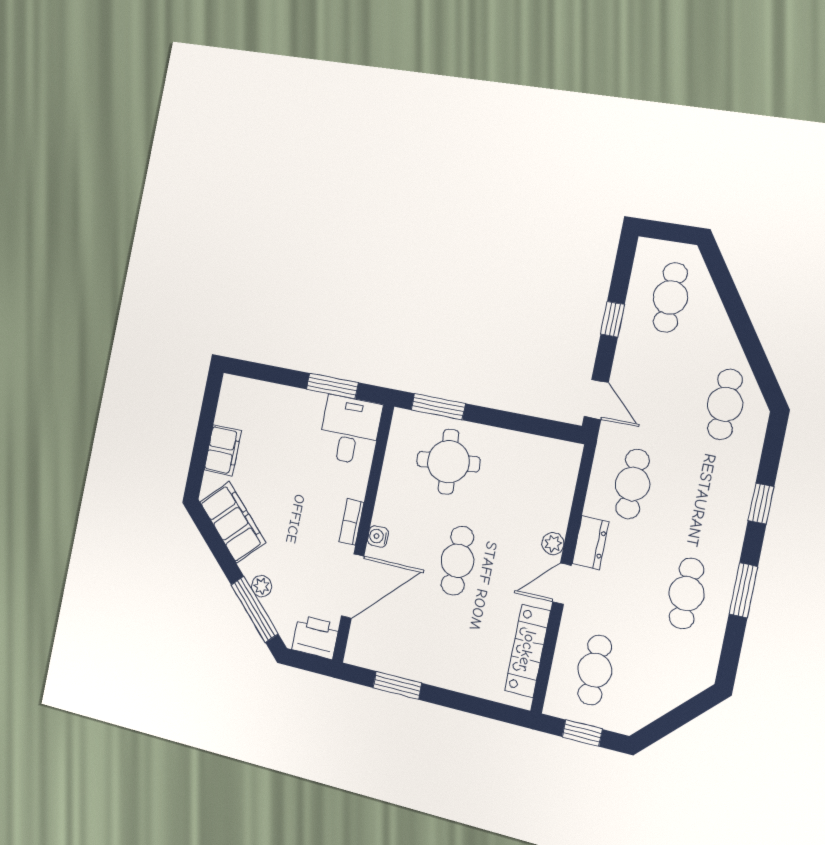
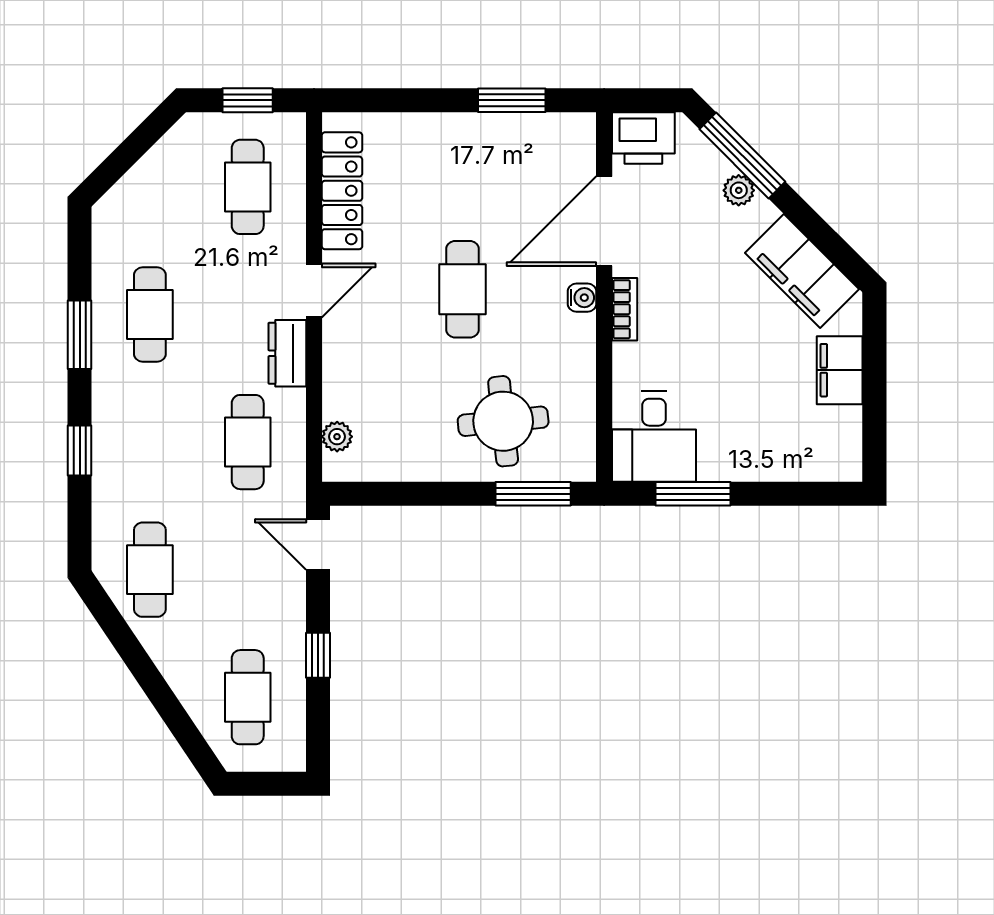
plant: (553, 544) -> (337, 437), moved

